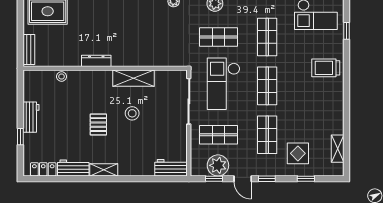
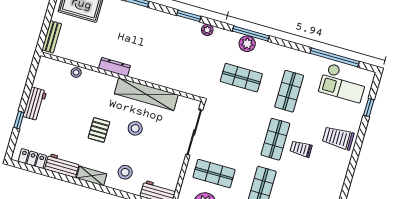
shelving: (133, 78) -> (146, 94), width x1.47
checkout: (224, 84) -> (233, 125), removed
trolley: (294, 88) -> (301, 149), added
stool: (134, 157) -> (125, 172), added

